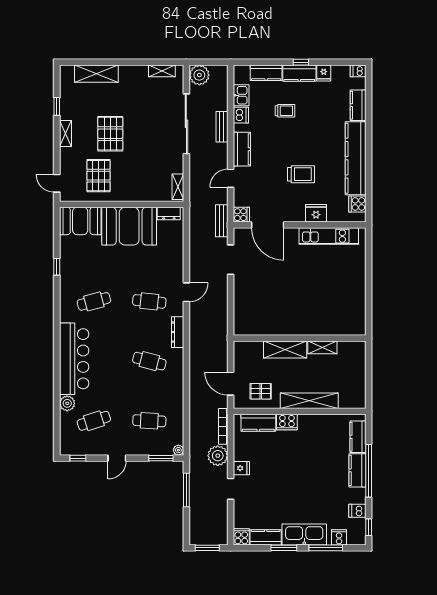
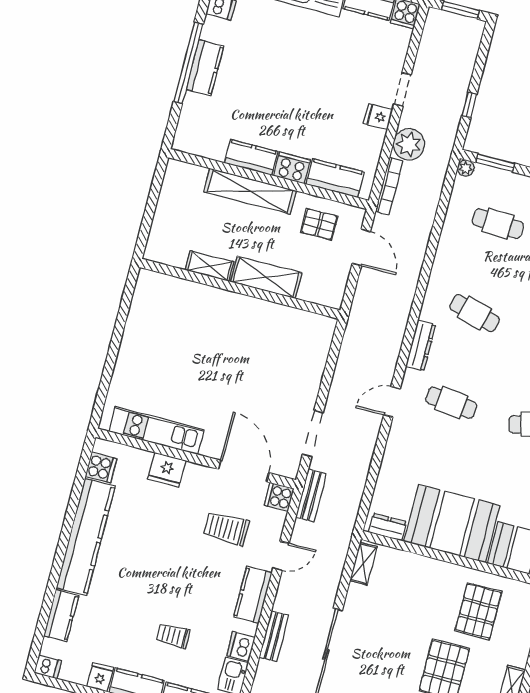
trolley: (301, 174) -> (226, 528), moved
kitchen counter: (358, 437) -> (251, 157), moved, turned -90
window: (186, 490) -> (469, 105), width x0.46

